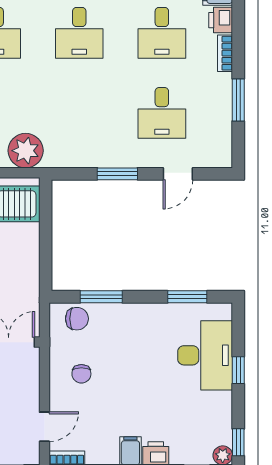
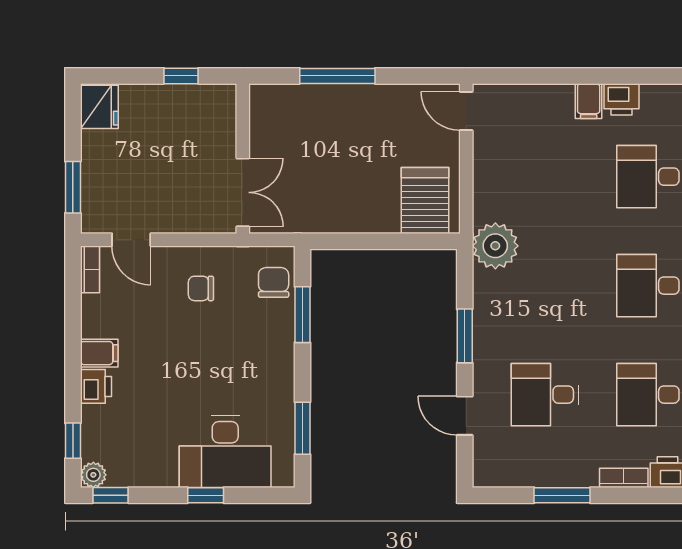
plant: (26, 151) -> (495, 246), moved
chair: (77, 319) -> (274, 282), turned 180

